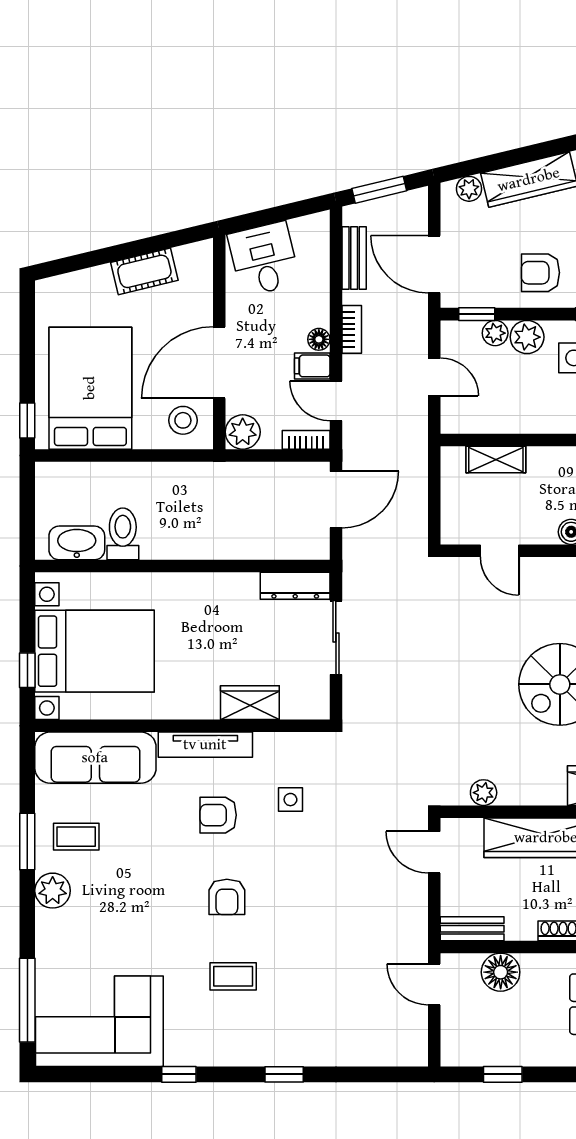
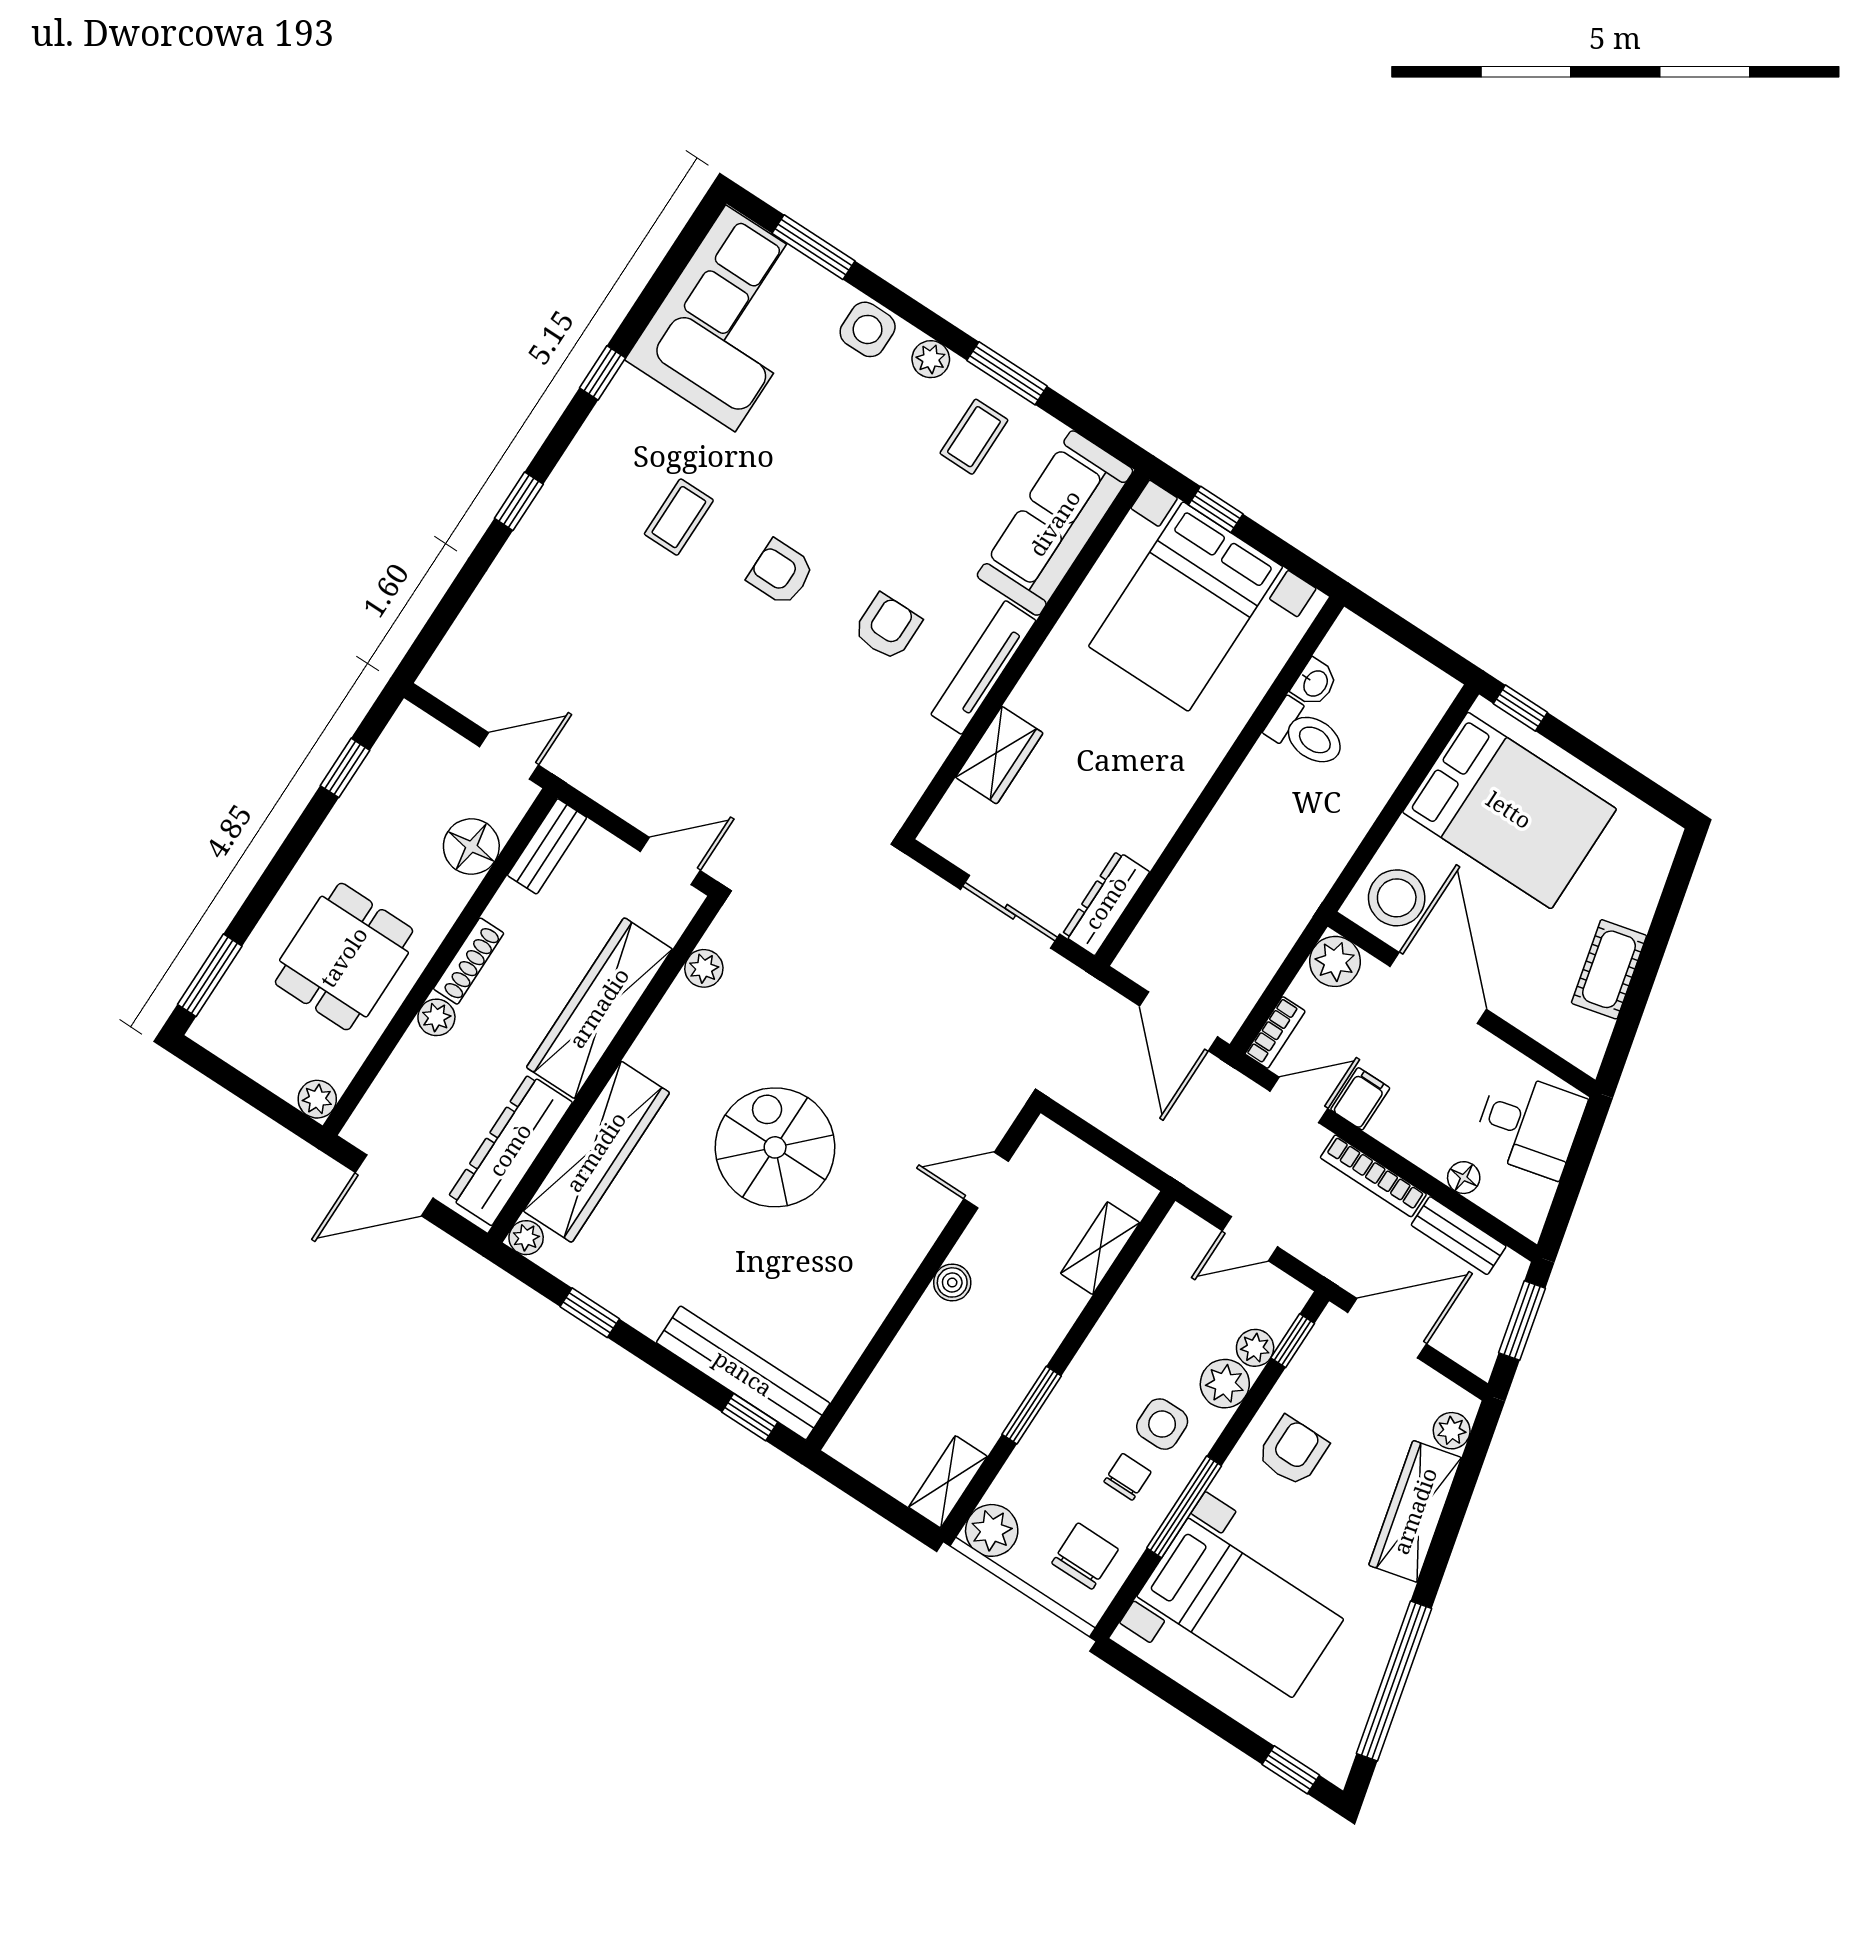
bookcase: (352, 329) -> (1373, 1176), width x1.56
floor lamp: (319, 339) -> (1464, 1178), moved
stool: (183, 420) -> (1397, 898), width x1.38, depth x1.38
washbasin: (77, 543) -> (1315, 683), width x0.52, depth x0.69
side table: (290, 800) -> (868, 329), moved, width x1.37, depth x1.37
plant: (53, 891) -> (931, 359), width x0.73, depth x0.73
window: (27, 1000) -> (813, 247), width x0.69

